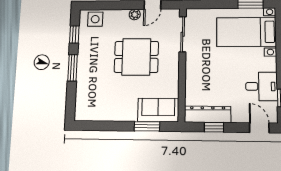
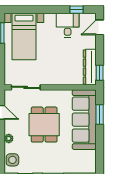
plant: (135, 14) -> (9, 138), moved
sofa: (158, 110) -> (84, 120), width x1.85, depth x1.27
window: (214, 127) -> (100, 73), moved

